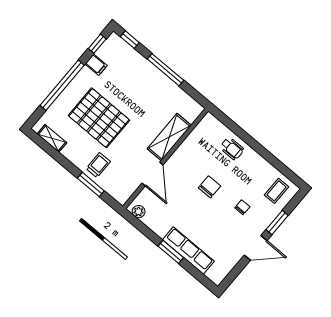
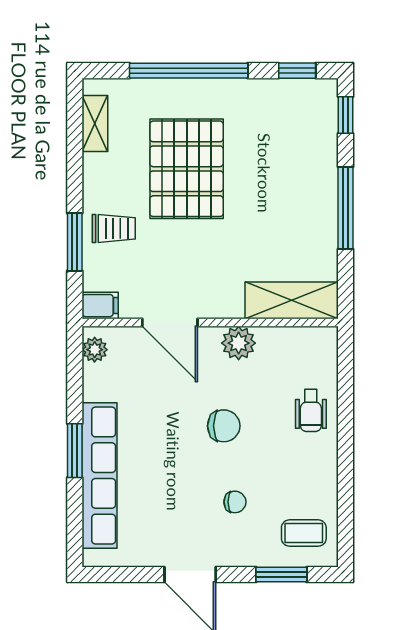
filing cabinet: (96, 65) -> (100, 306), moved, turned -90
shelving: (169, 137) -> (292, 300), moved
plant: (183, 154) -> (239, 343), added
door: (153, 174) -> (170, 323), hinge flipped
window: (277, 222) -> (281, 575), moved
row of seats: (188, 251) -> (99, 476), width x1.36

